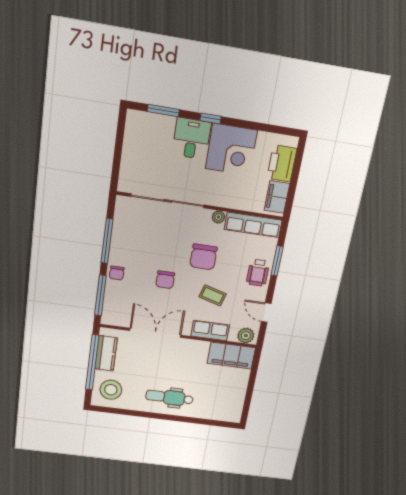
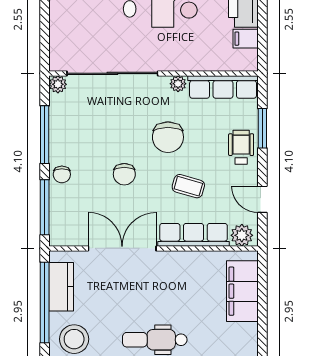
filing cabinet: (277, 197) -> (246, 39), width x0.50
plant: (123, 203) -> (58, 84), added
wheelchair: (258, 273) -> (241, 147), turned 180
row of seats: (210, 330) -> (194, 235), width x1.48
filing cabinet: (231, 356) -> (242, 291), moved, turned 90

